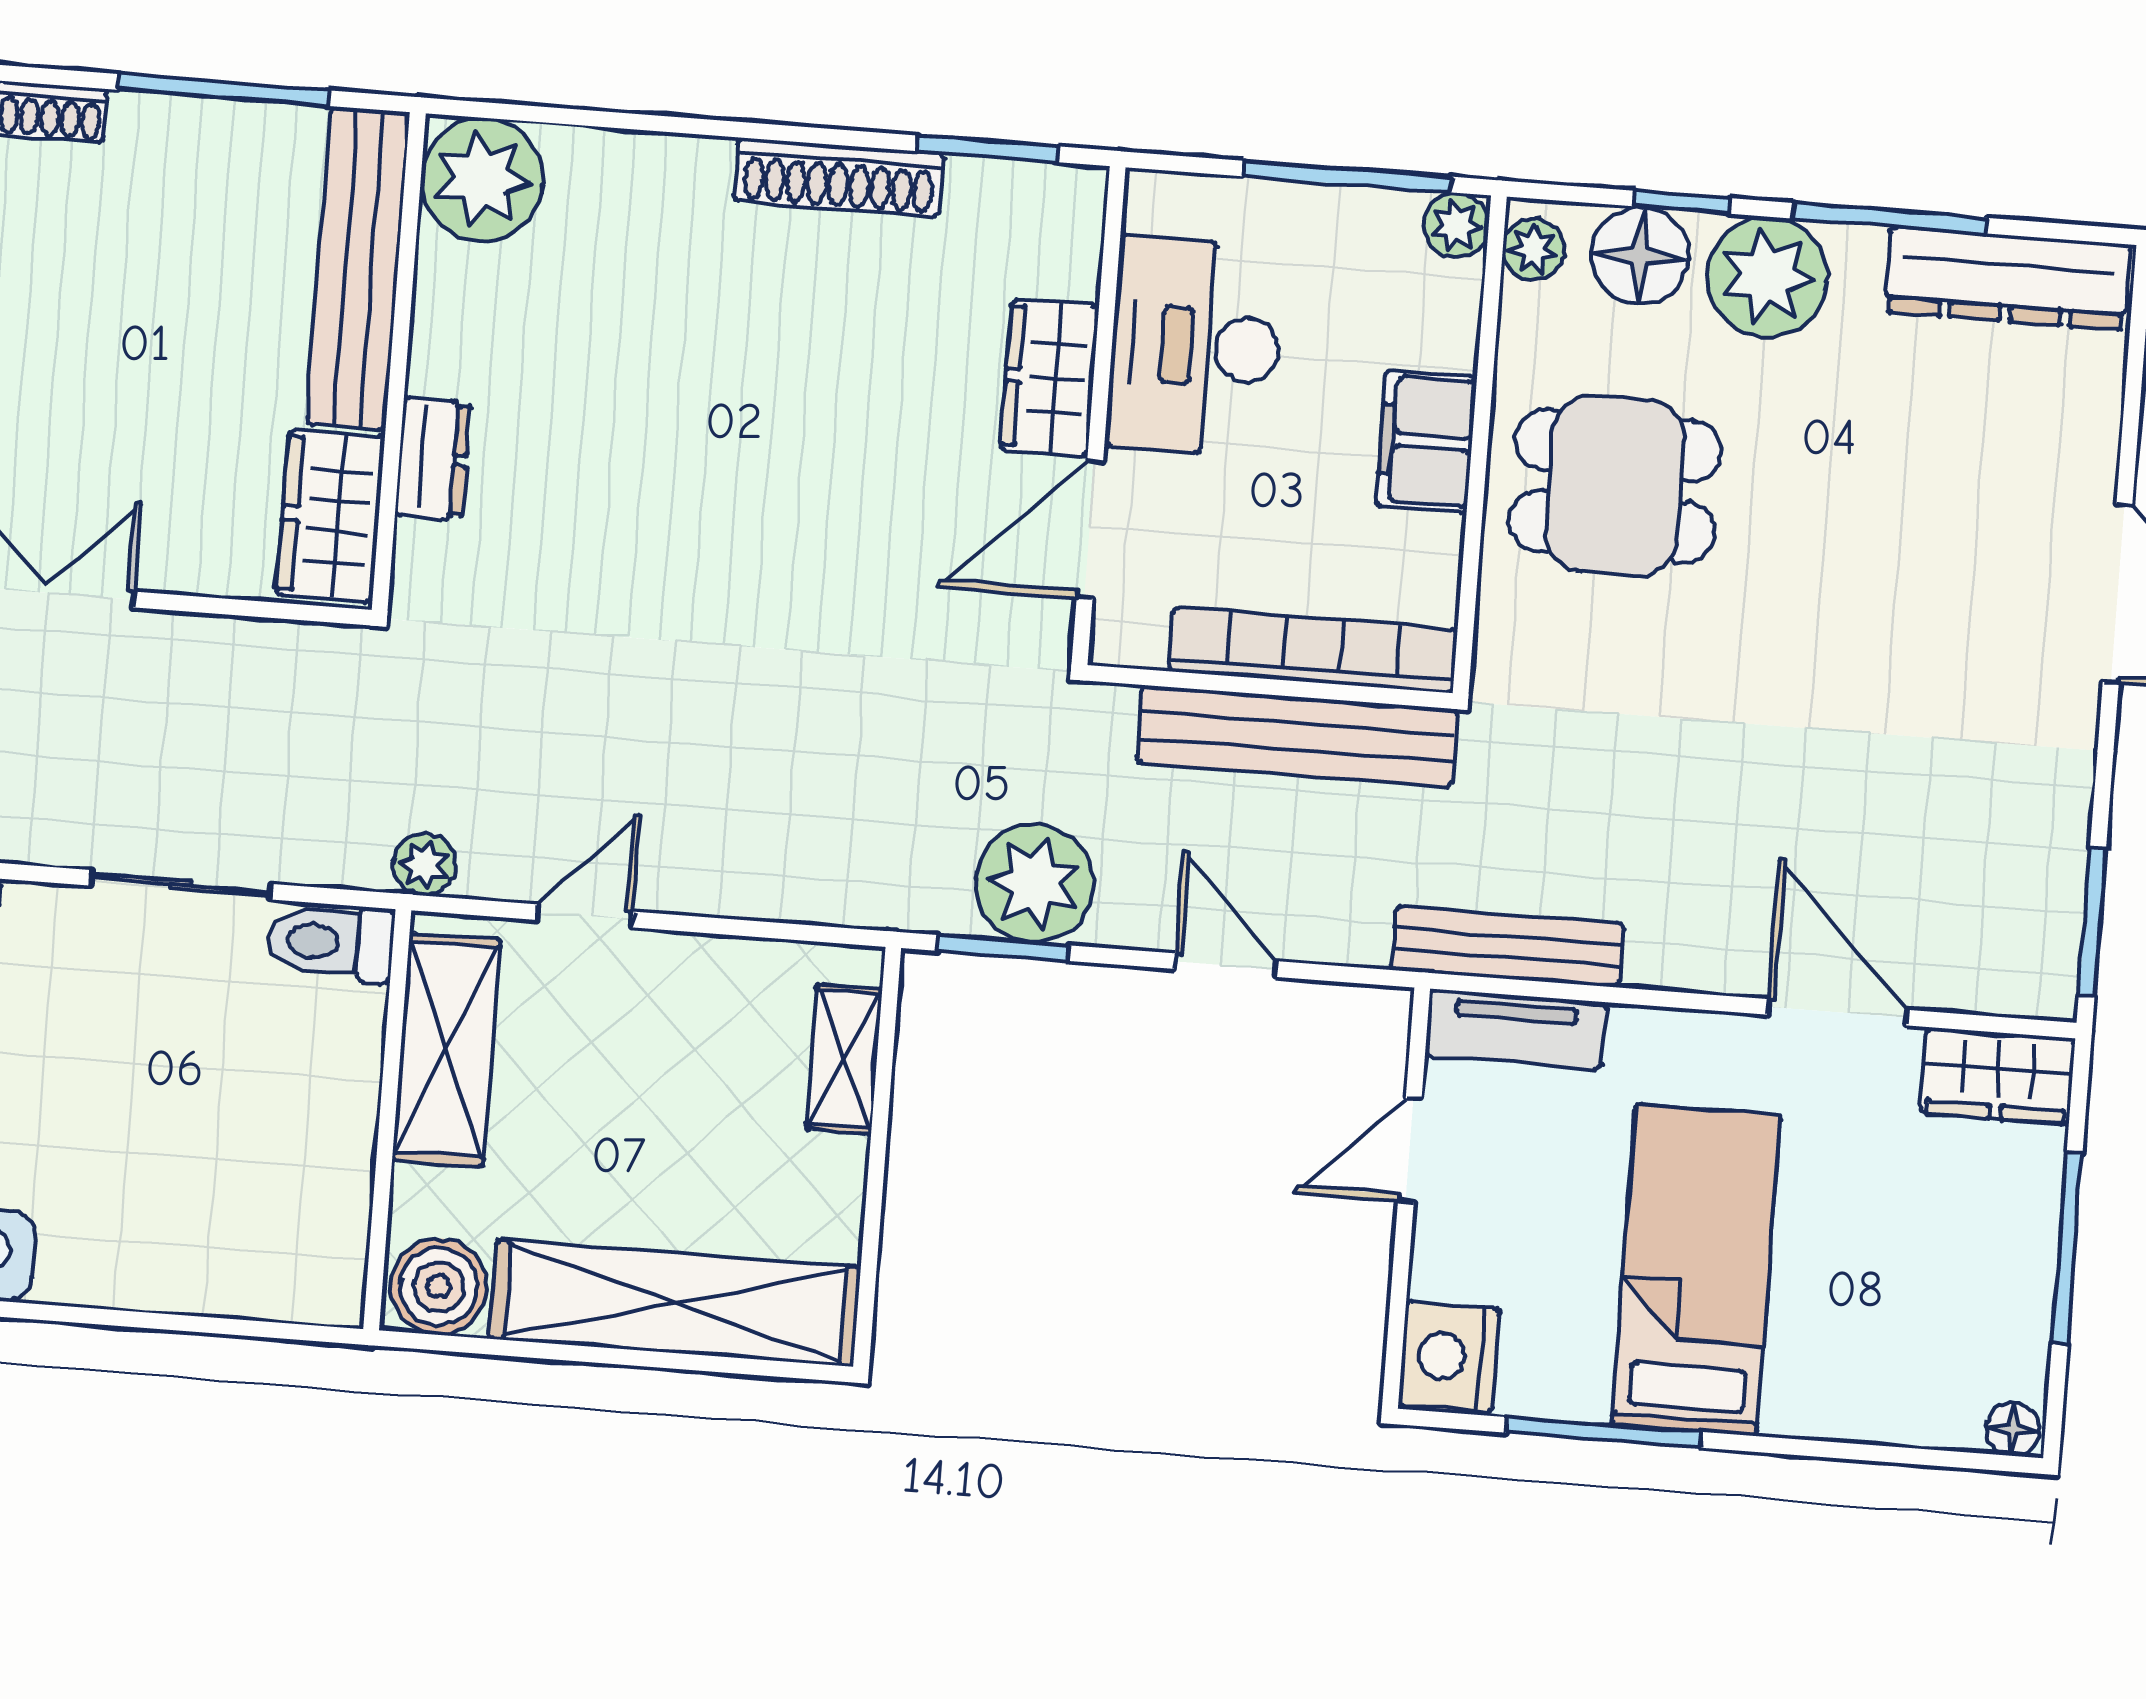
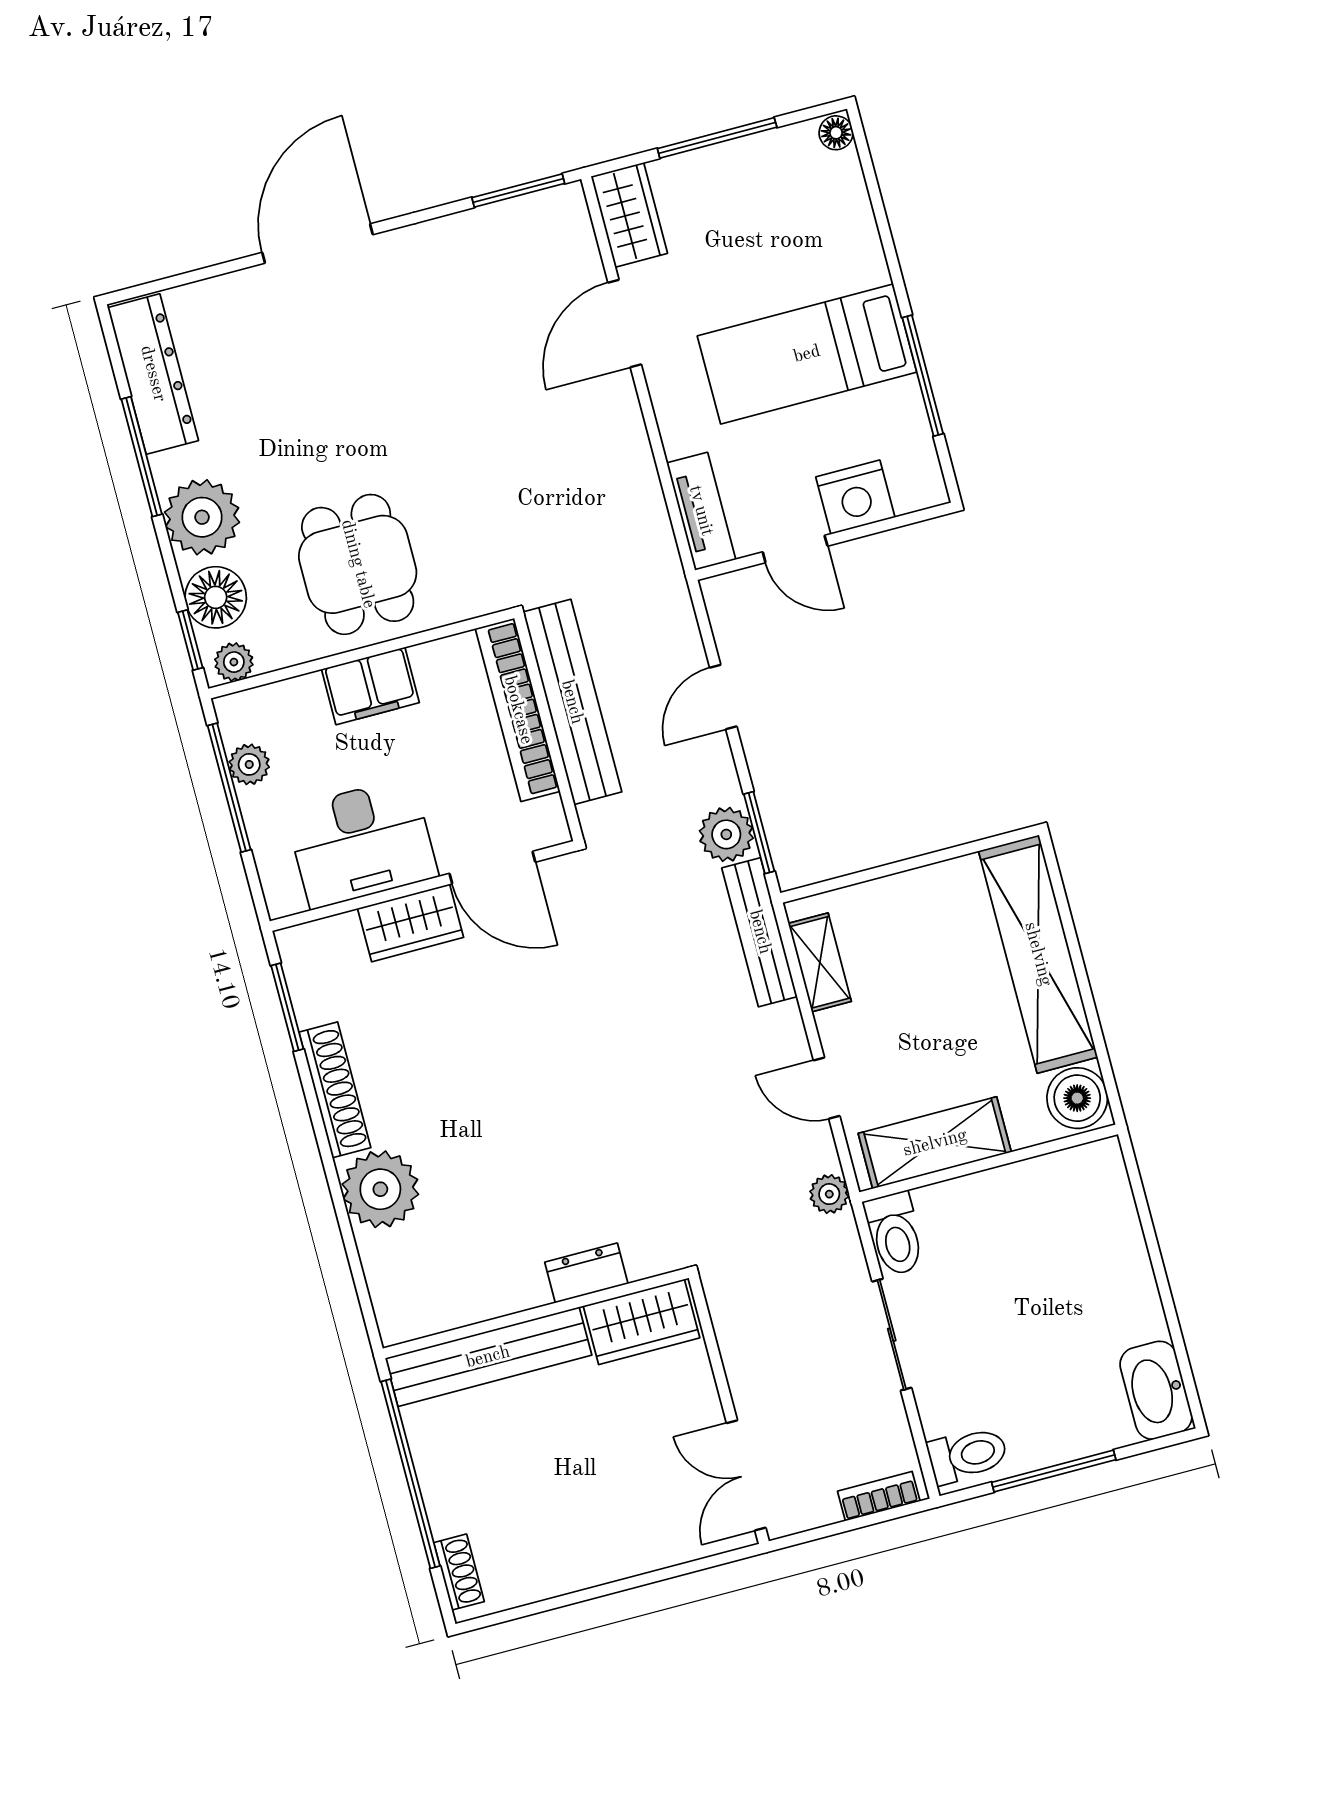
window: (223, 90) -> (410, 1474), width x1.46
plant: (482, 179) -> (380, 1189), moved
window: (1682, 202) -> (190, 640), moved
plant: (1456, 225) -> (249, 764), moved
plant: (1034, 883) -> (726, 834), width x0.73, depth x0.73
bench: (1507, 947) -> (760, 932), moved
shelving: (844, 1059) -> (820, 962), moved, turned 90
nightstand: (1449, 1357) -> (855, 497), moved

